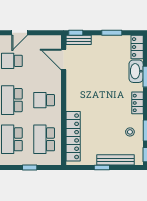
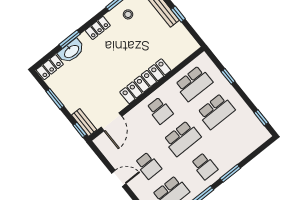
locker: (73, 136) -> (145, 81), moved

